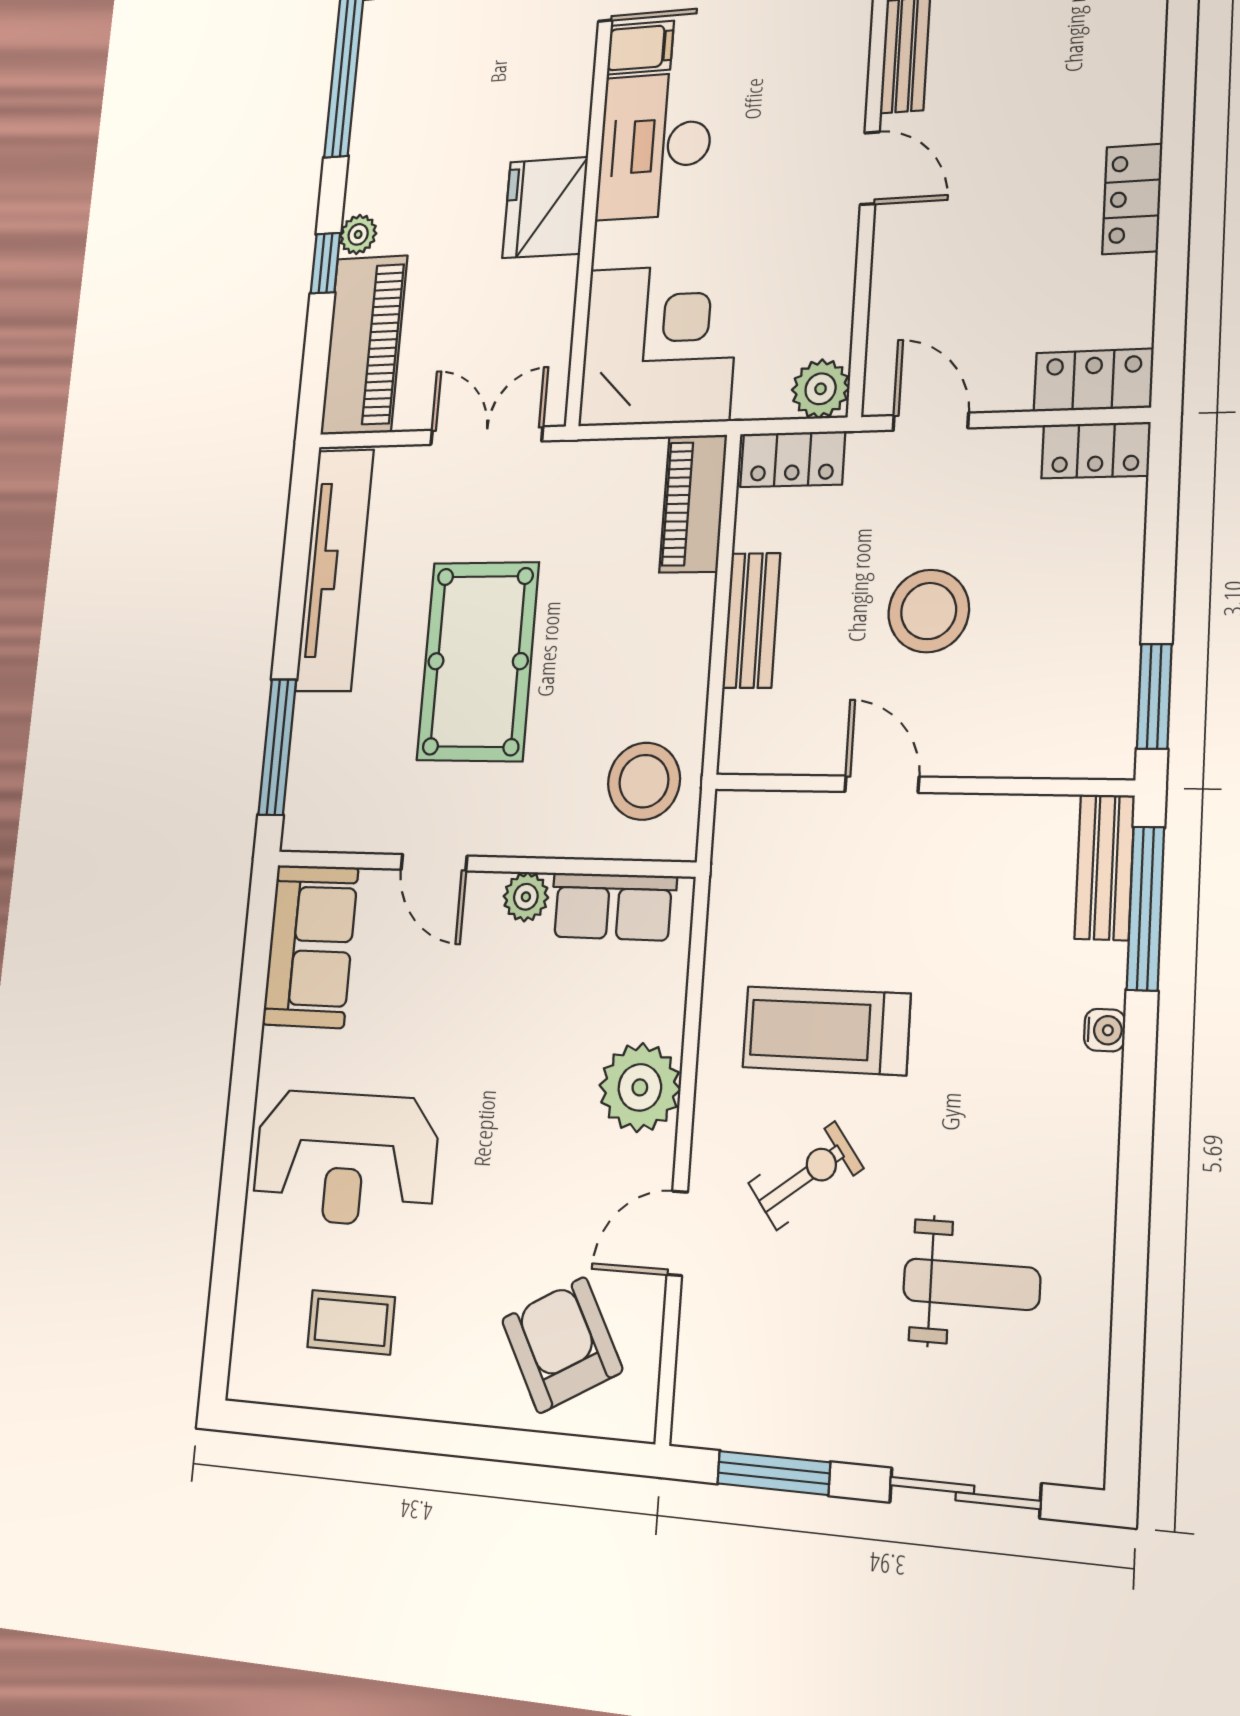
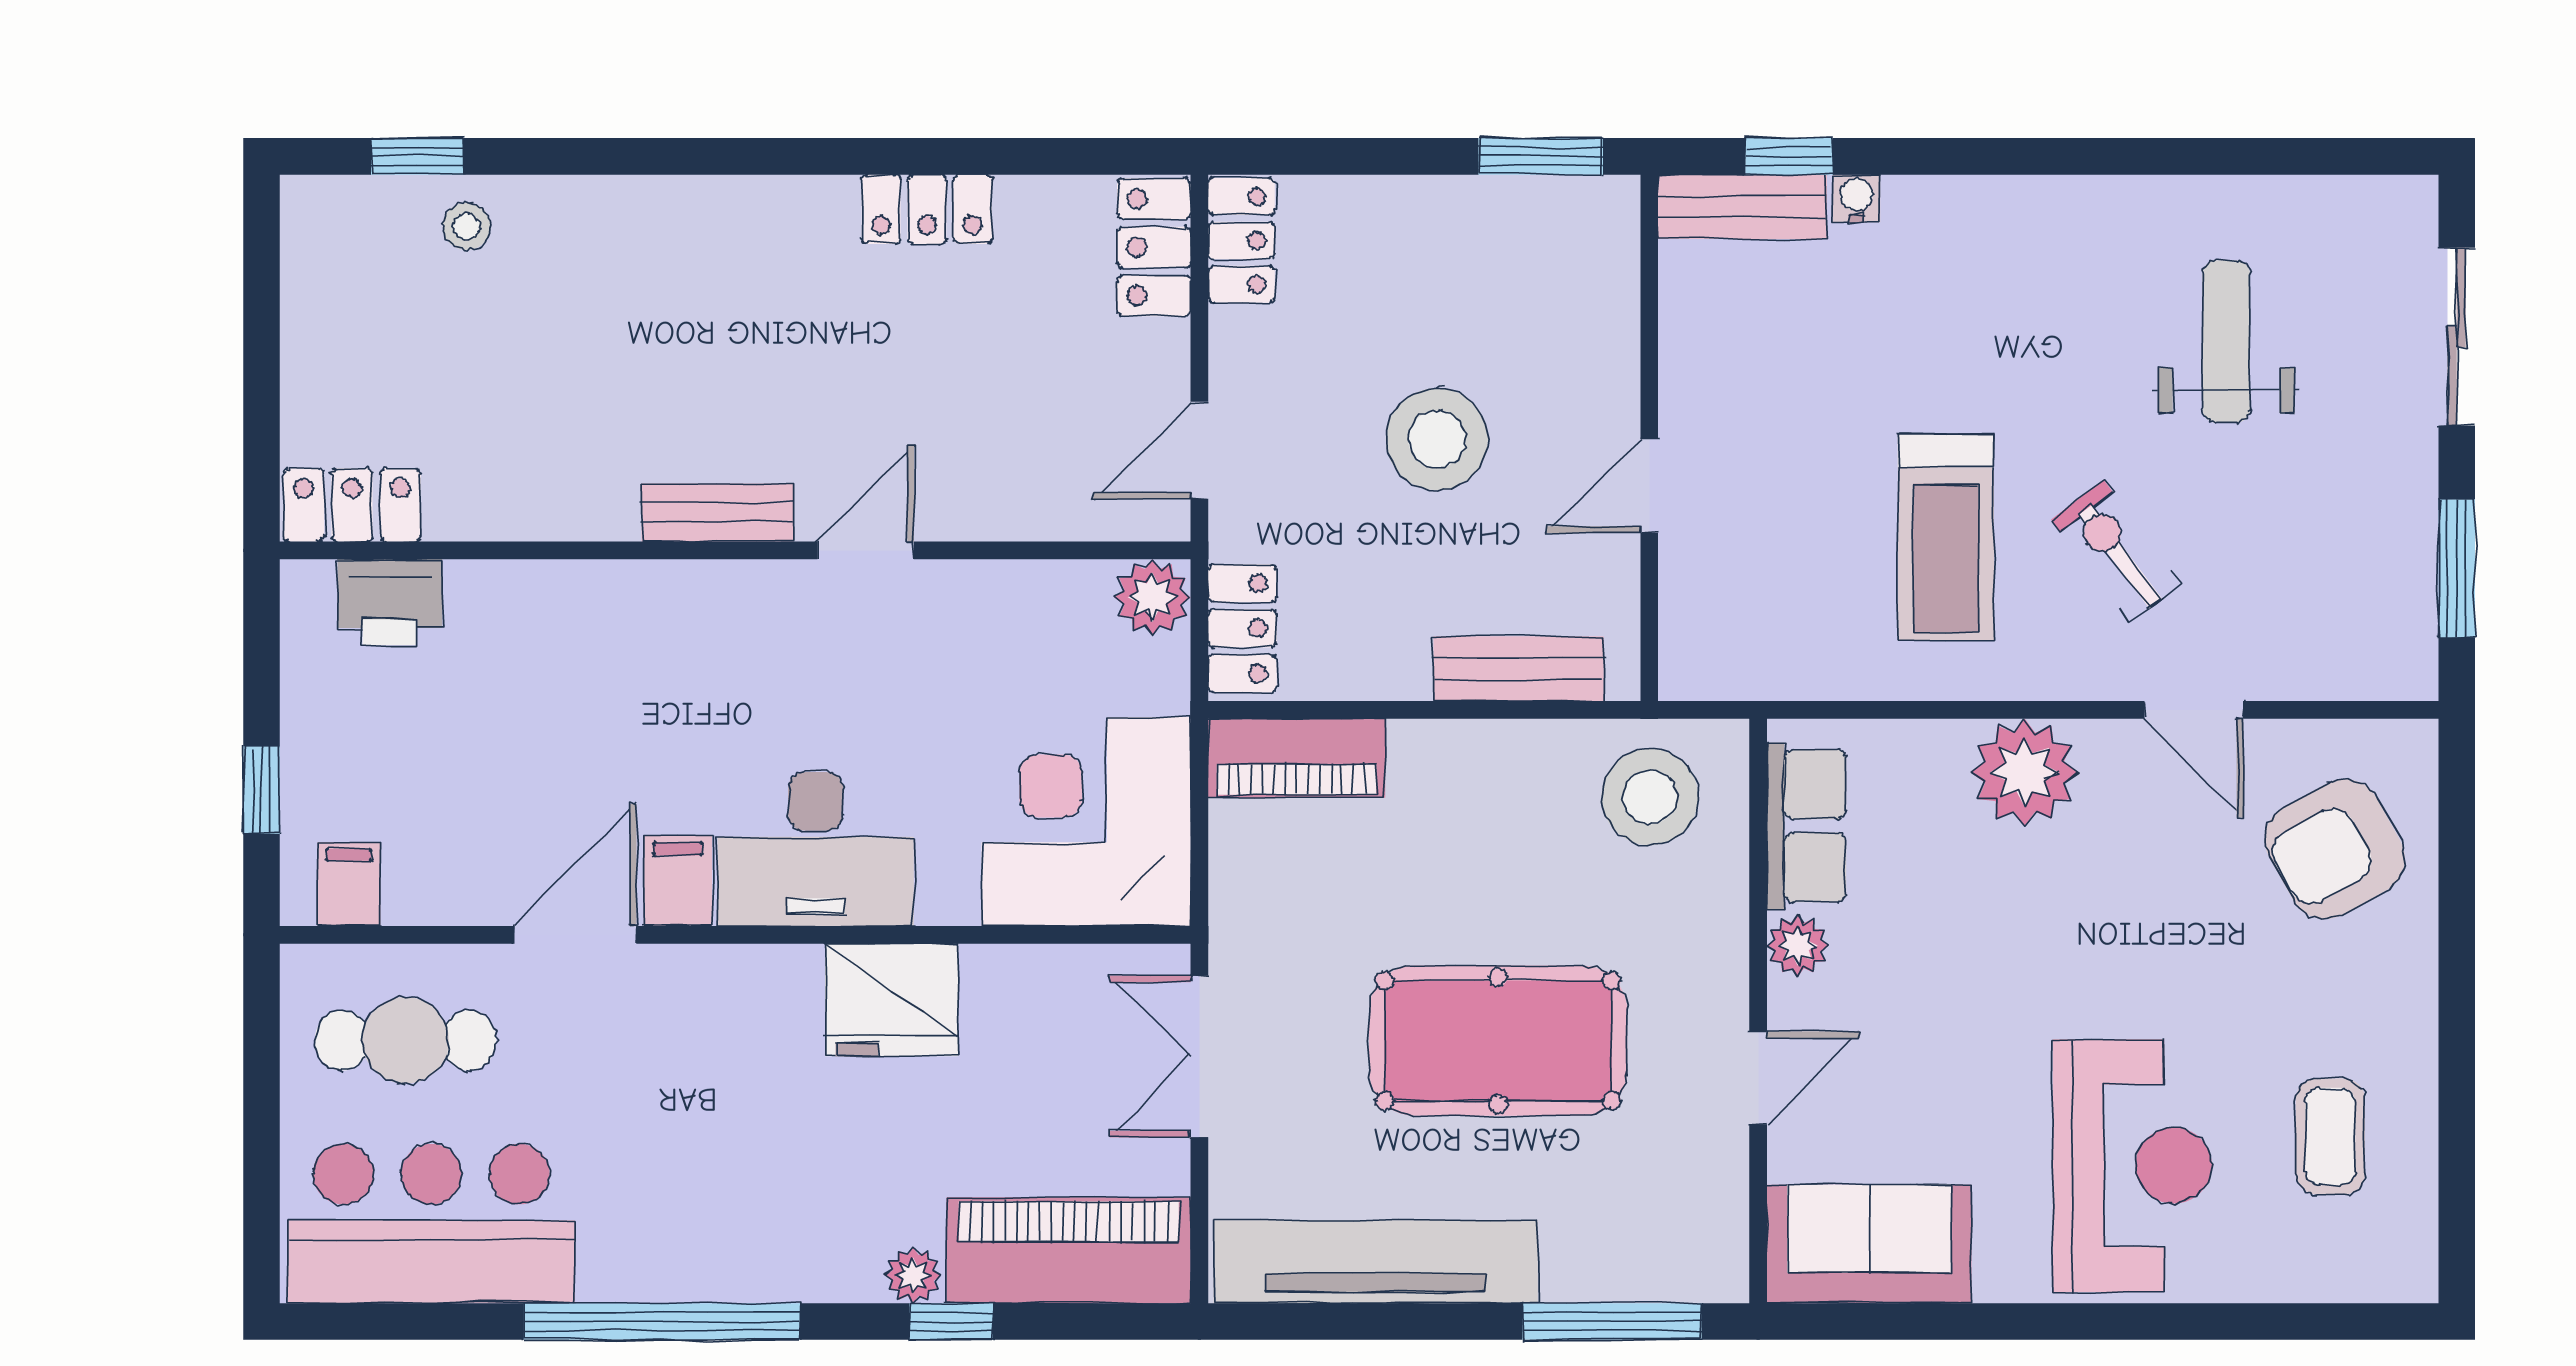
bench: (751, 620) -> (1519, 669), moved
window: (1145, 908) -> (1789, 156), width x0.46
water cooler: (1105, 1030) -> (1856, 198), moved

